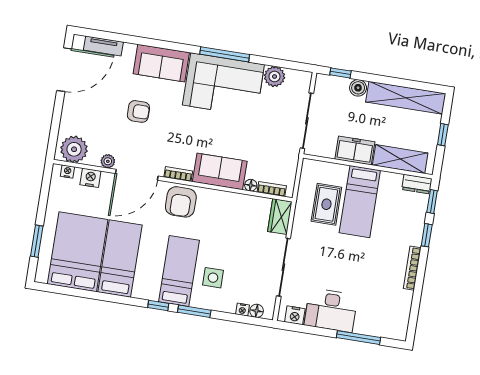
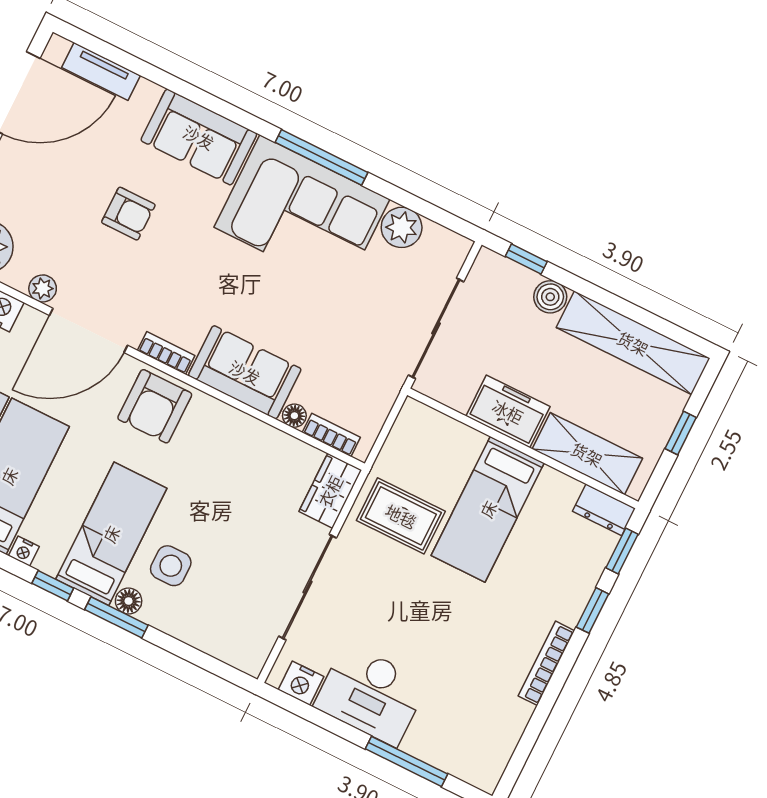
rug: (326, 204) -> (401, 516), moved, turned 90
nightstand: (242, 310) -> (24, 551), moved
floor lamp: (257, 311) -> (129, 601), moved

